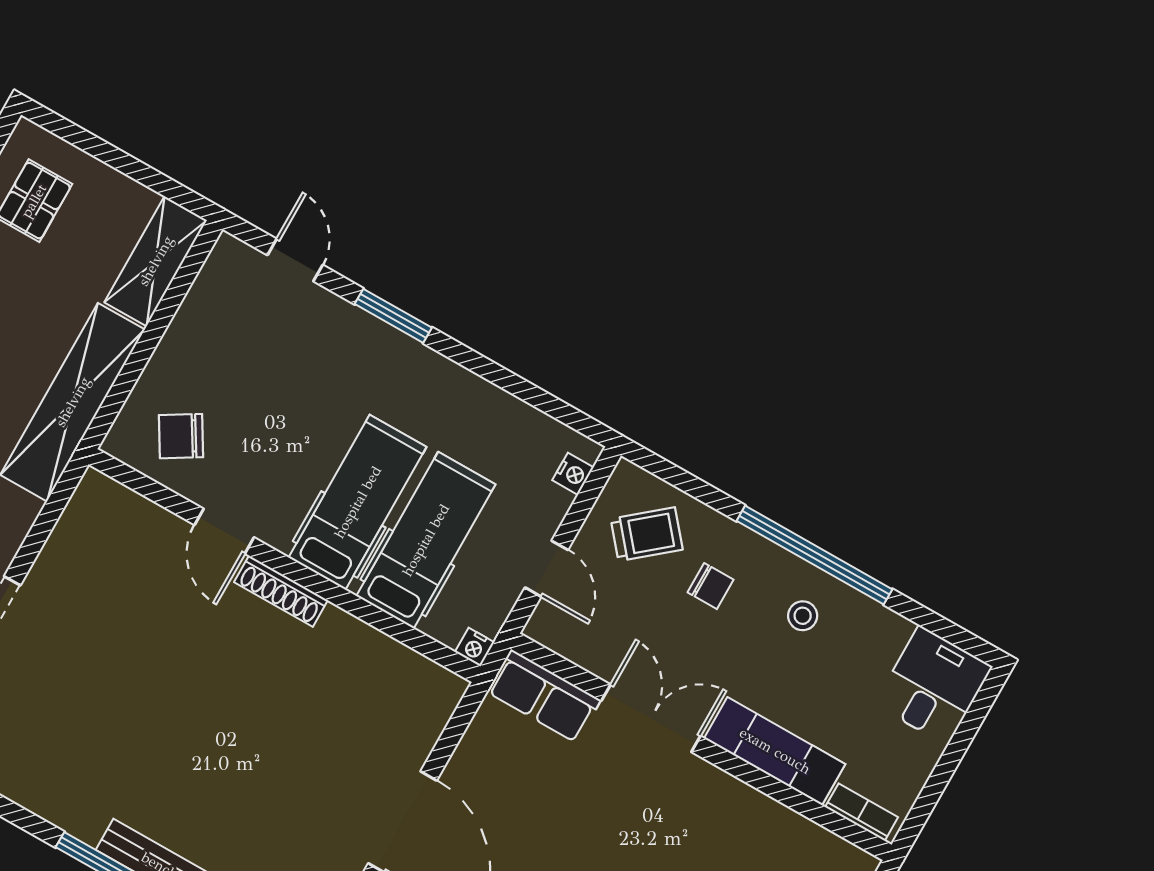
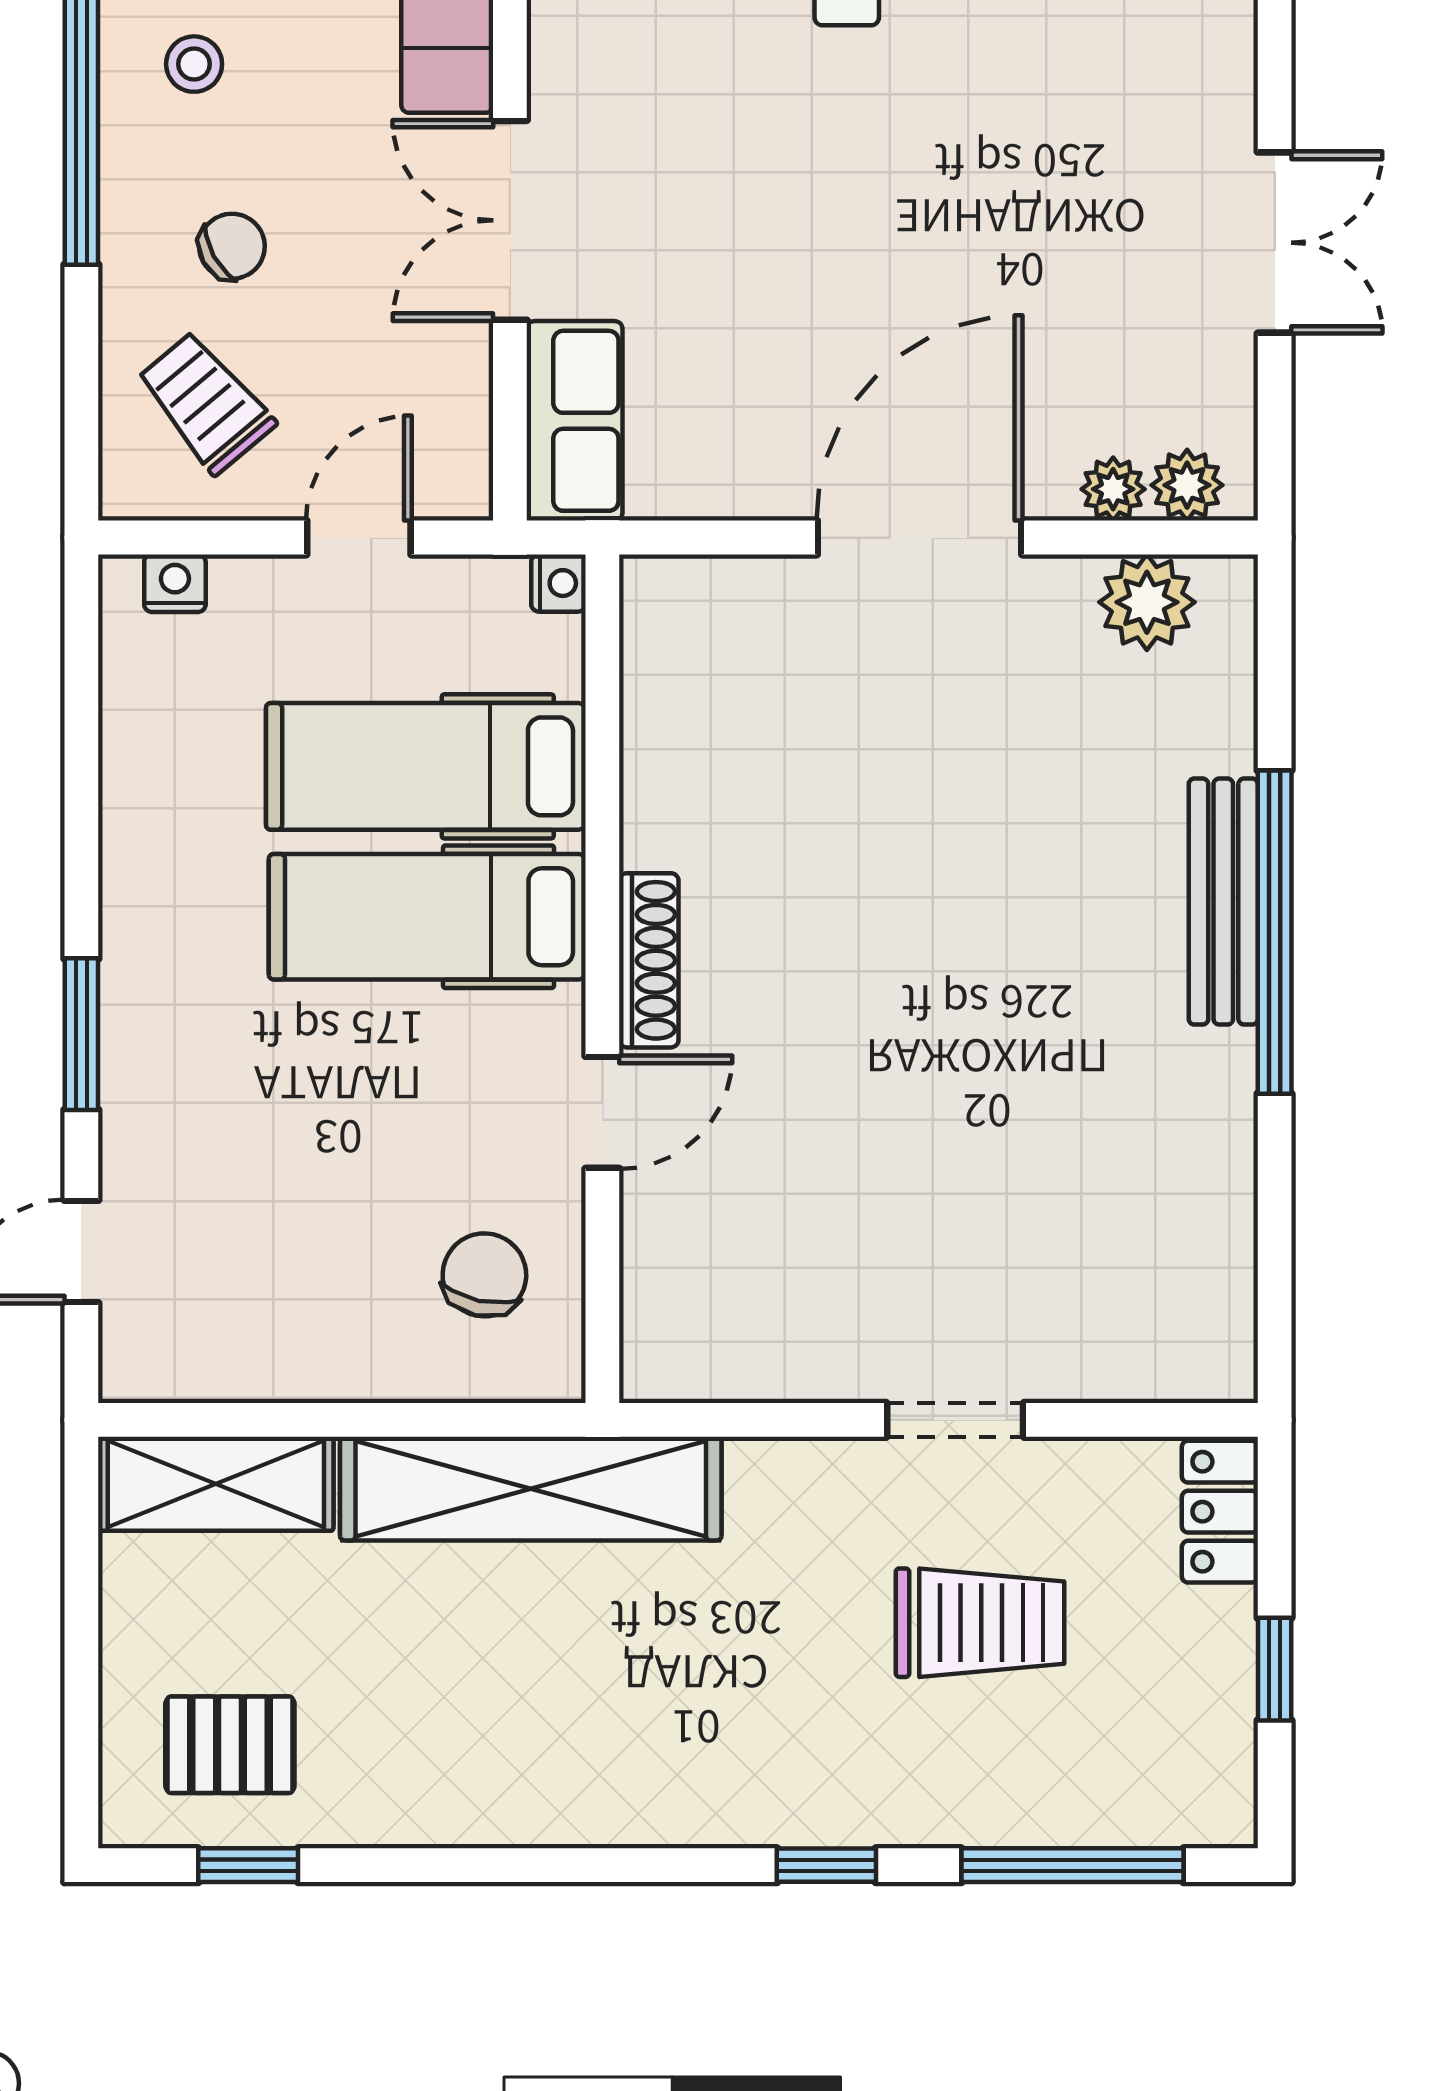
chair: (181, 436) -> (484, 1275), turned -137
chair: (711, 586) -> (232, 246), turned 61

